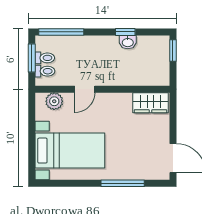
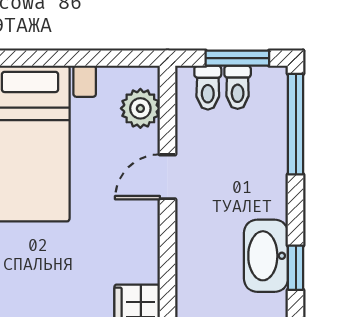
washbasin: (128, 42) -> (266, 256), width x1.91, depth x1.45
door: (85, 89) -> (167, 177), hinge flipped

